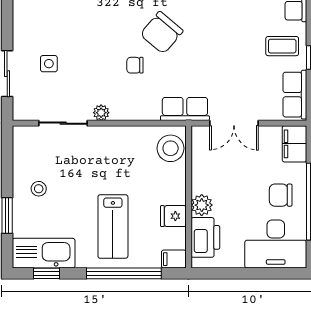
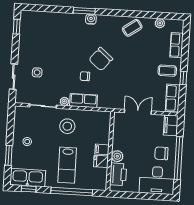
row of seats: (185, 109) -> (84, 101), moved
double door: (234, 123) -> (138, 112), swing flipped
stool: (171, 148) -> (67, 126), moved
filing cabinet: (174, 259) -> (102, 149), moved

